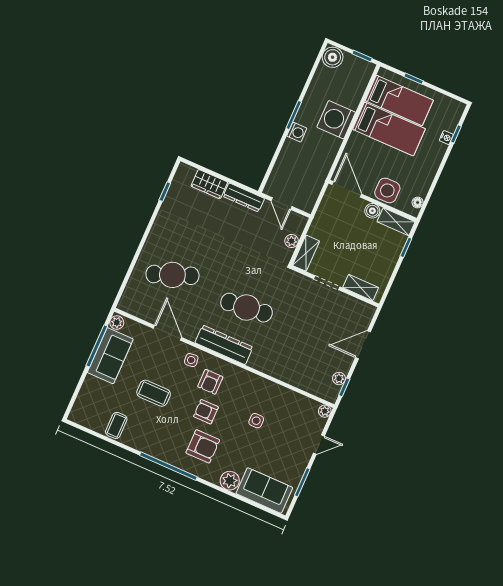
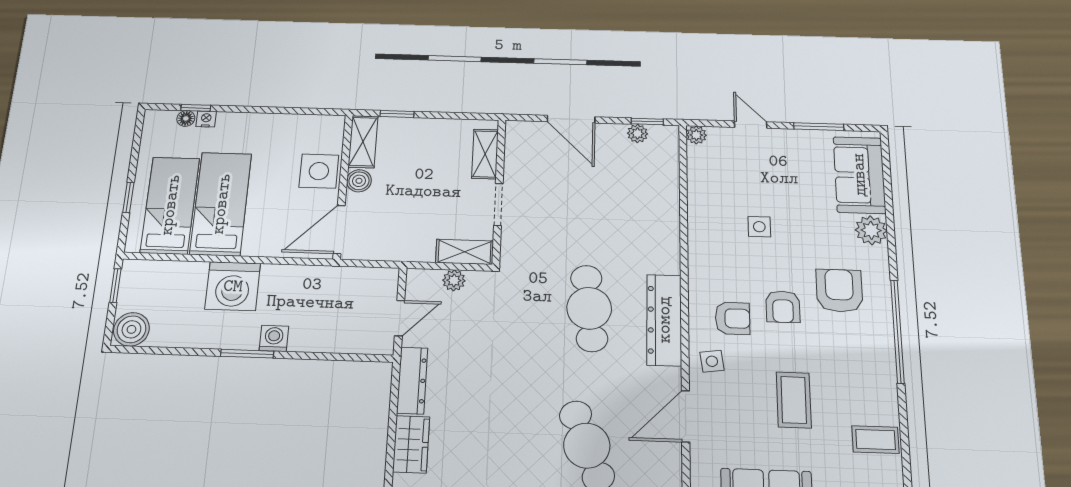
floor lamp: (418, 203) -> (186, 118), moved

